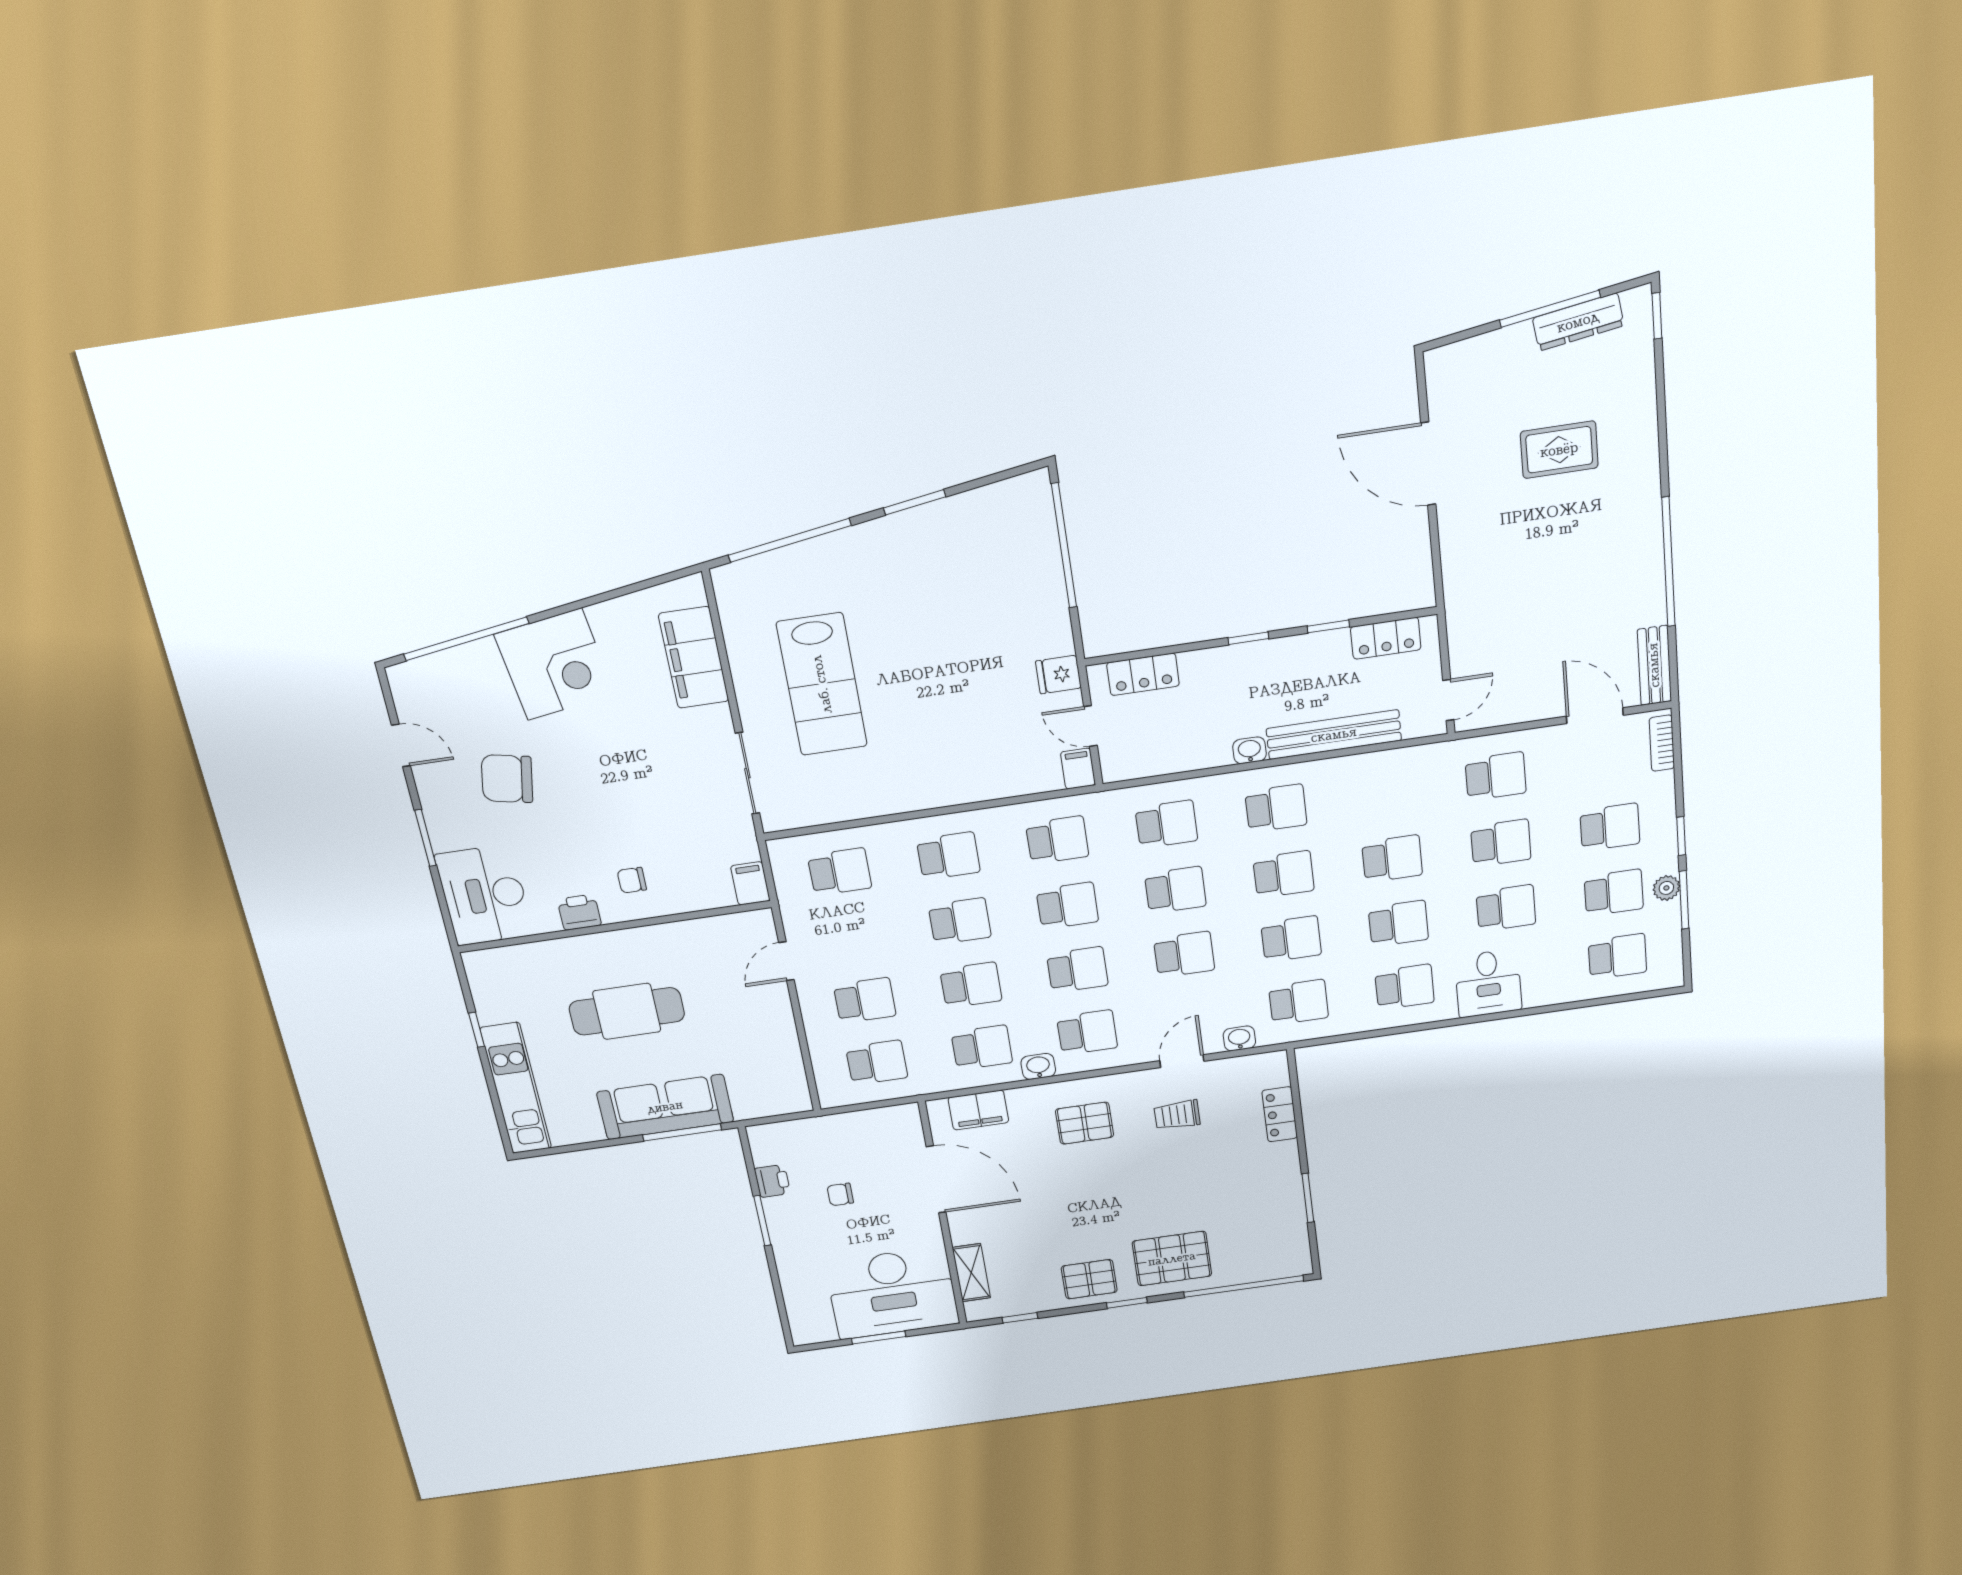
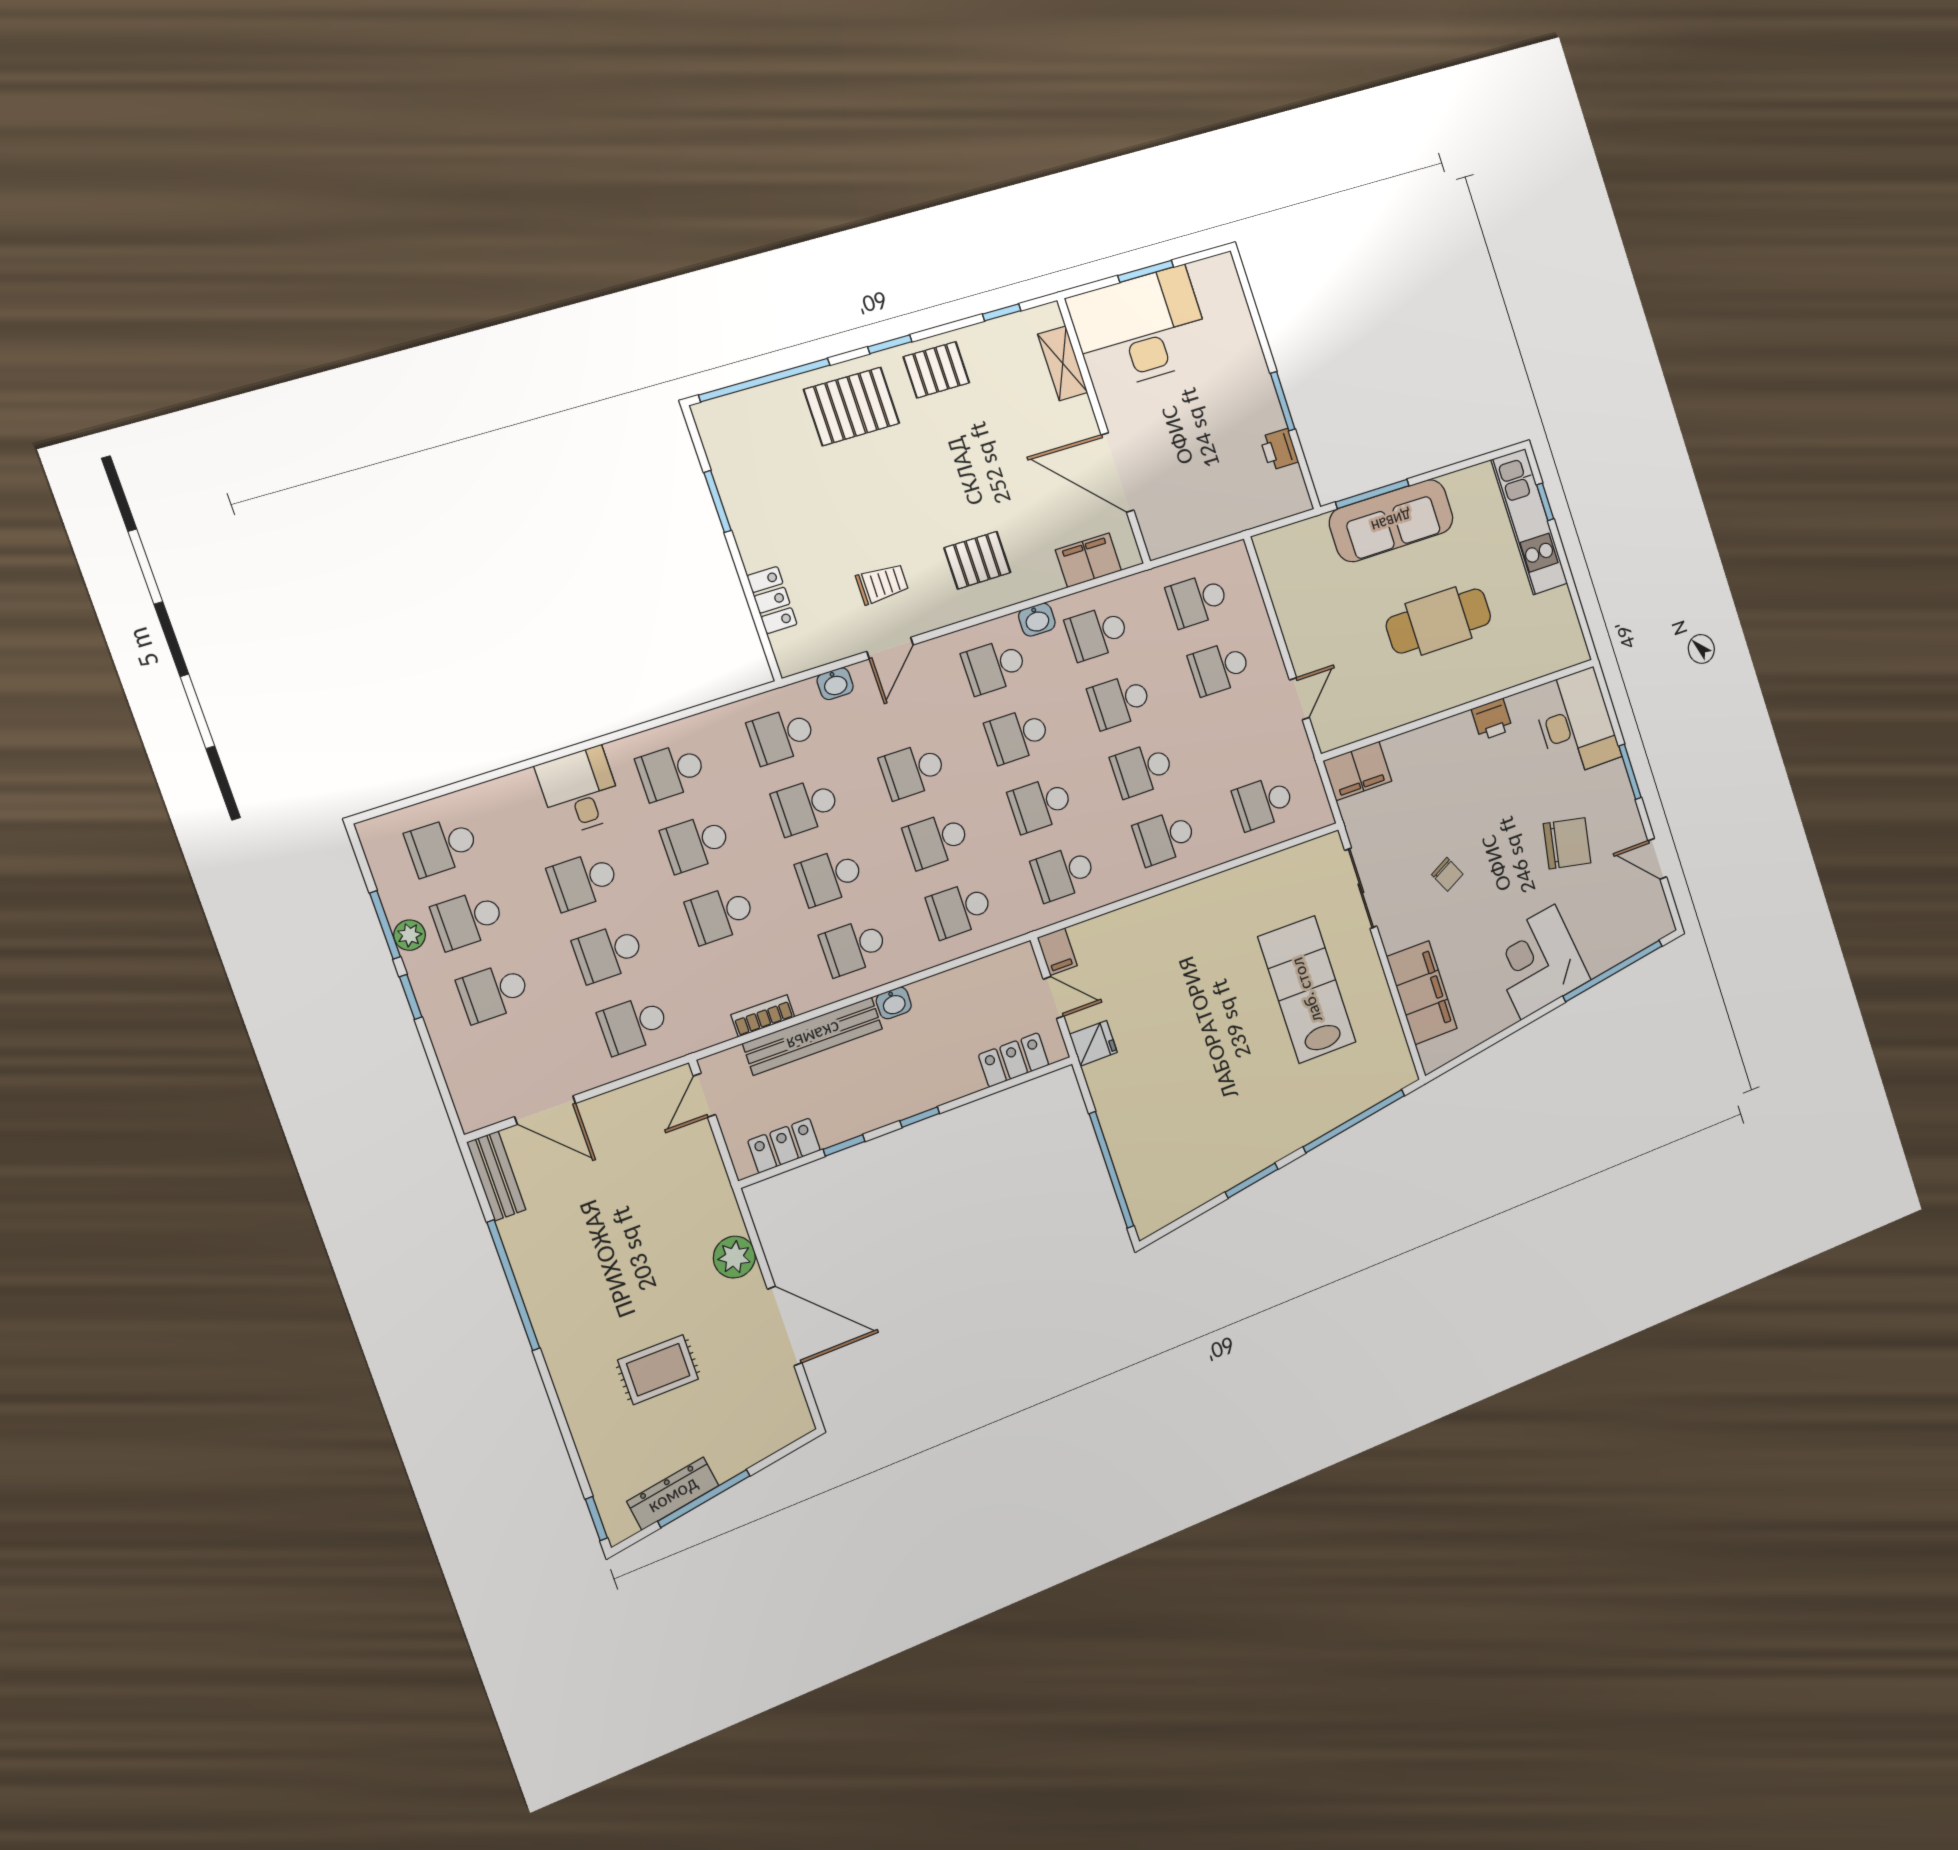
plant: (1459, 542) -> (734, 1257), added
bookcase: (1662, 743) -> (763, 1016), moved, turned -90
chair: (632, 880) -> (1447, 874), moved, turned 63
filing cabinet: (750, 883) -> (1357, 771), width x2.00
window: (477, 1030) -> (1545, 502), moved
chair: (840, 1194) -> (1210, 442), removed

